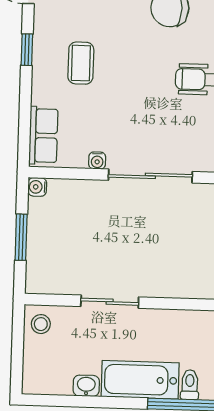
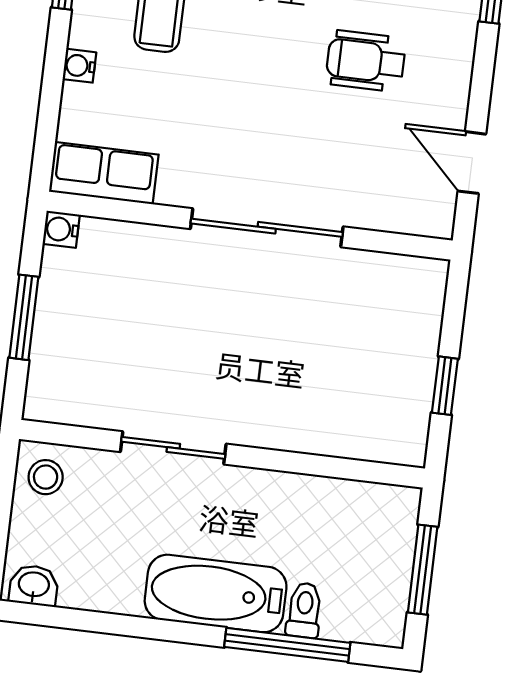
row of seats: (43, 136) -> (104, 173), moved, turned -90
water cooler: (97, 160) -> (79, 66), moved, turned 90
washbasin: (86, 386) -> (34, 585), moved

